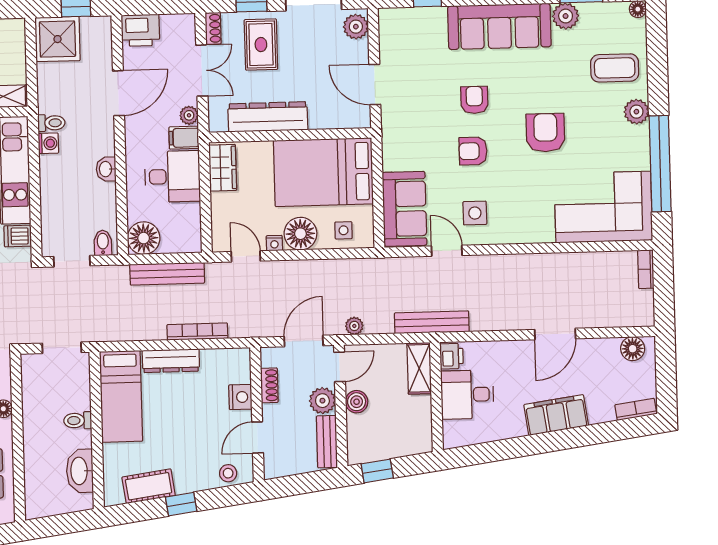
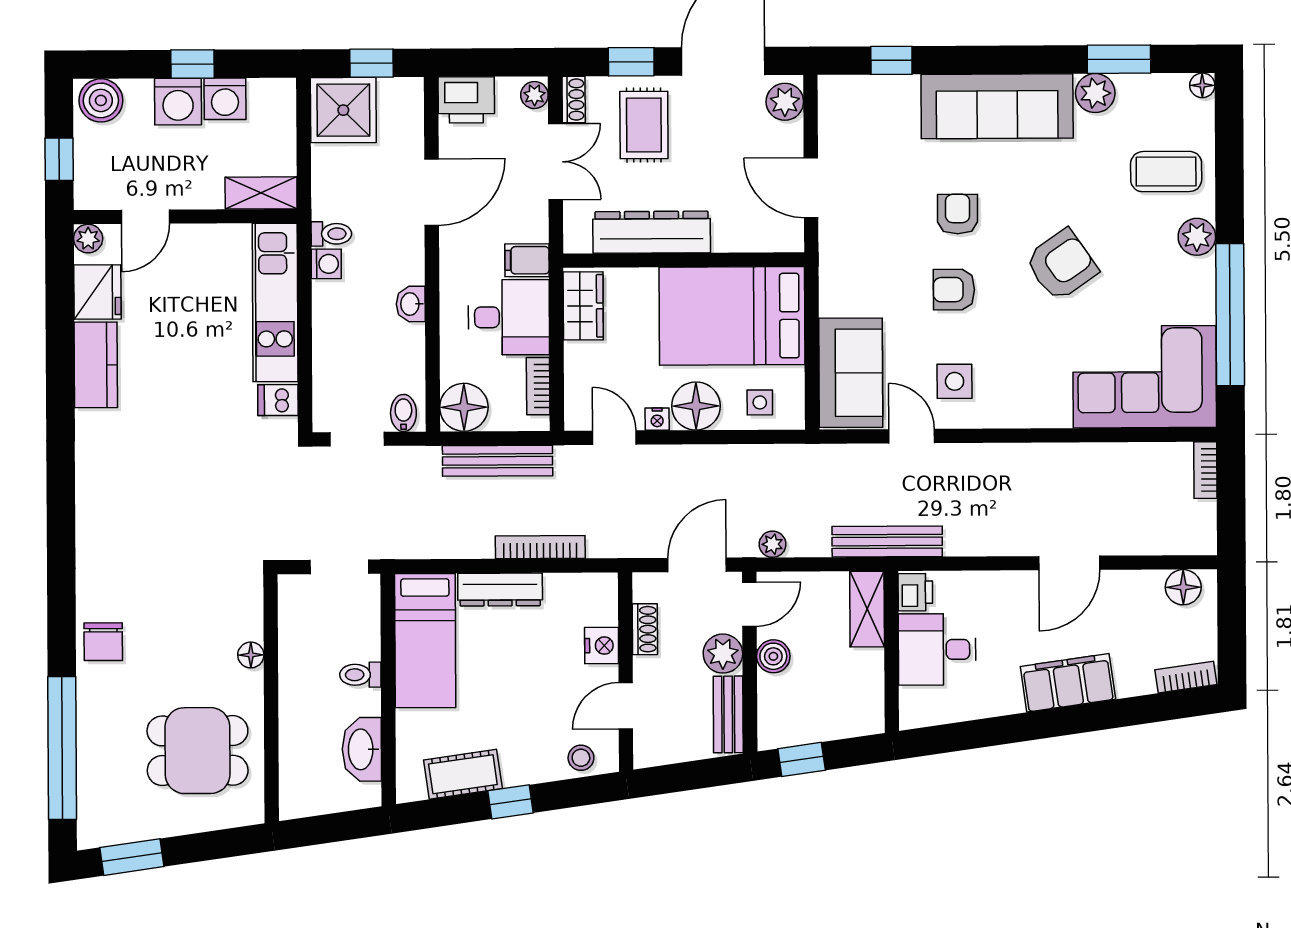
plant: (189, 115) -> (534, 95), moved
armchair: (545, 133) -> (1062, 265), turned 55
bookcase: (193, 223) -> (538, 386), added

